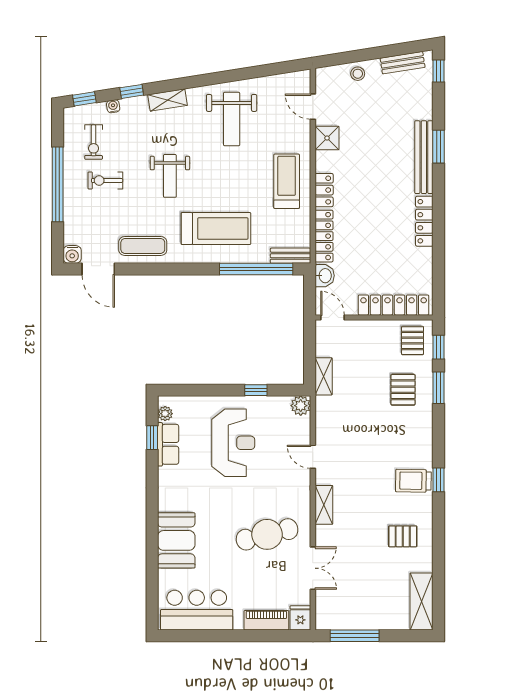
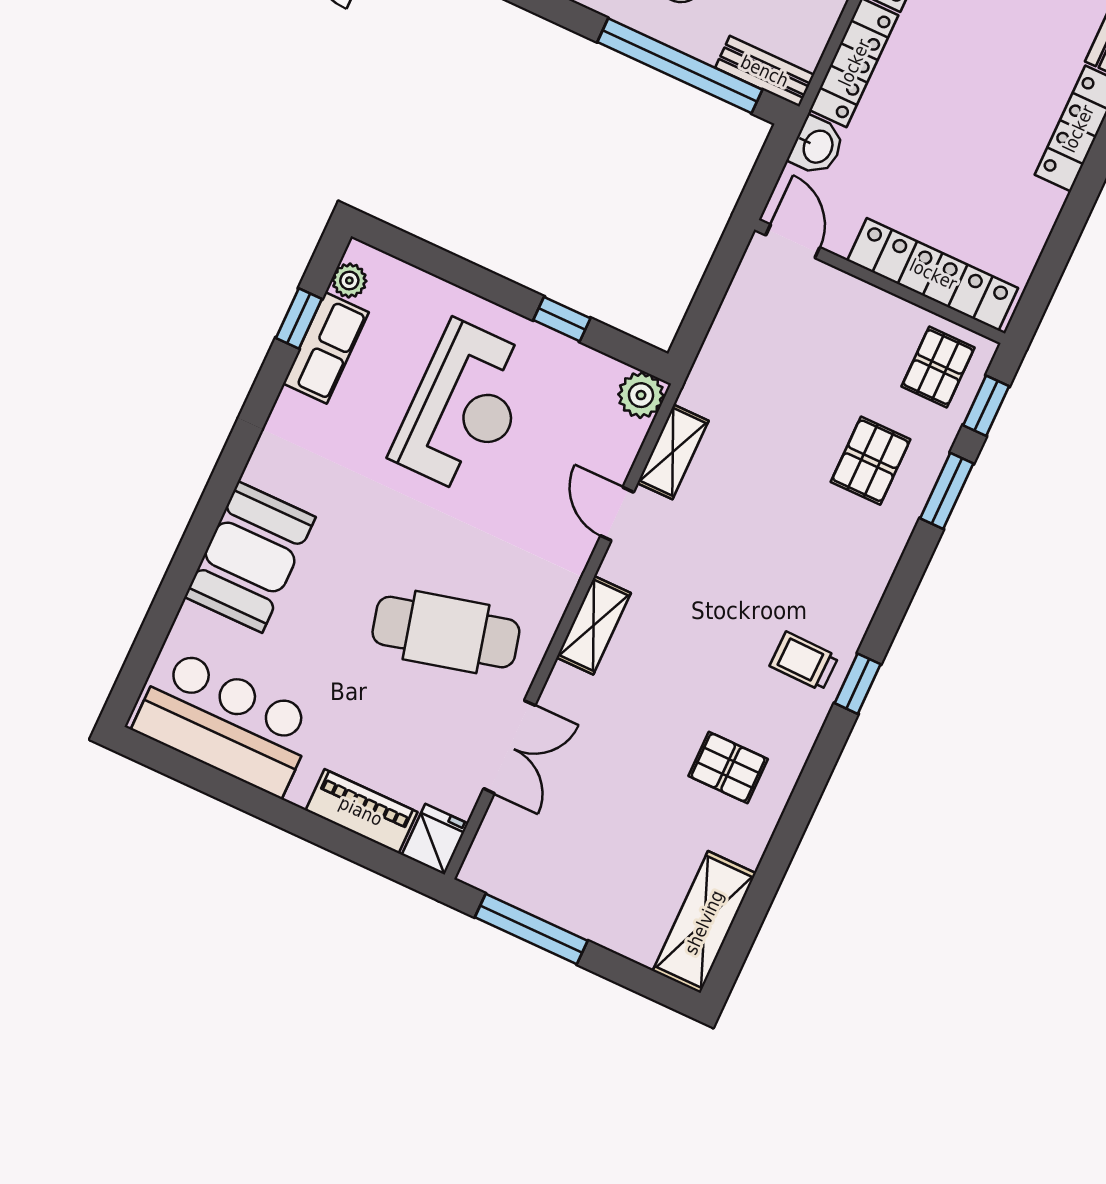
shelving: (324, 376) -> (673, 452), moved
trolley: (413, 481) -> (804, 661), width x0.73, depth x0.72

